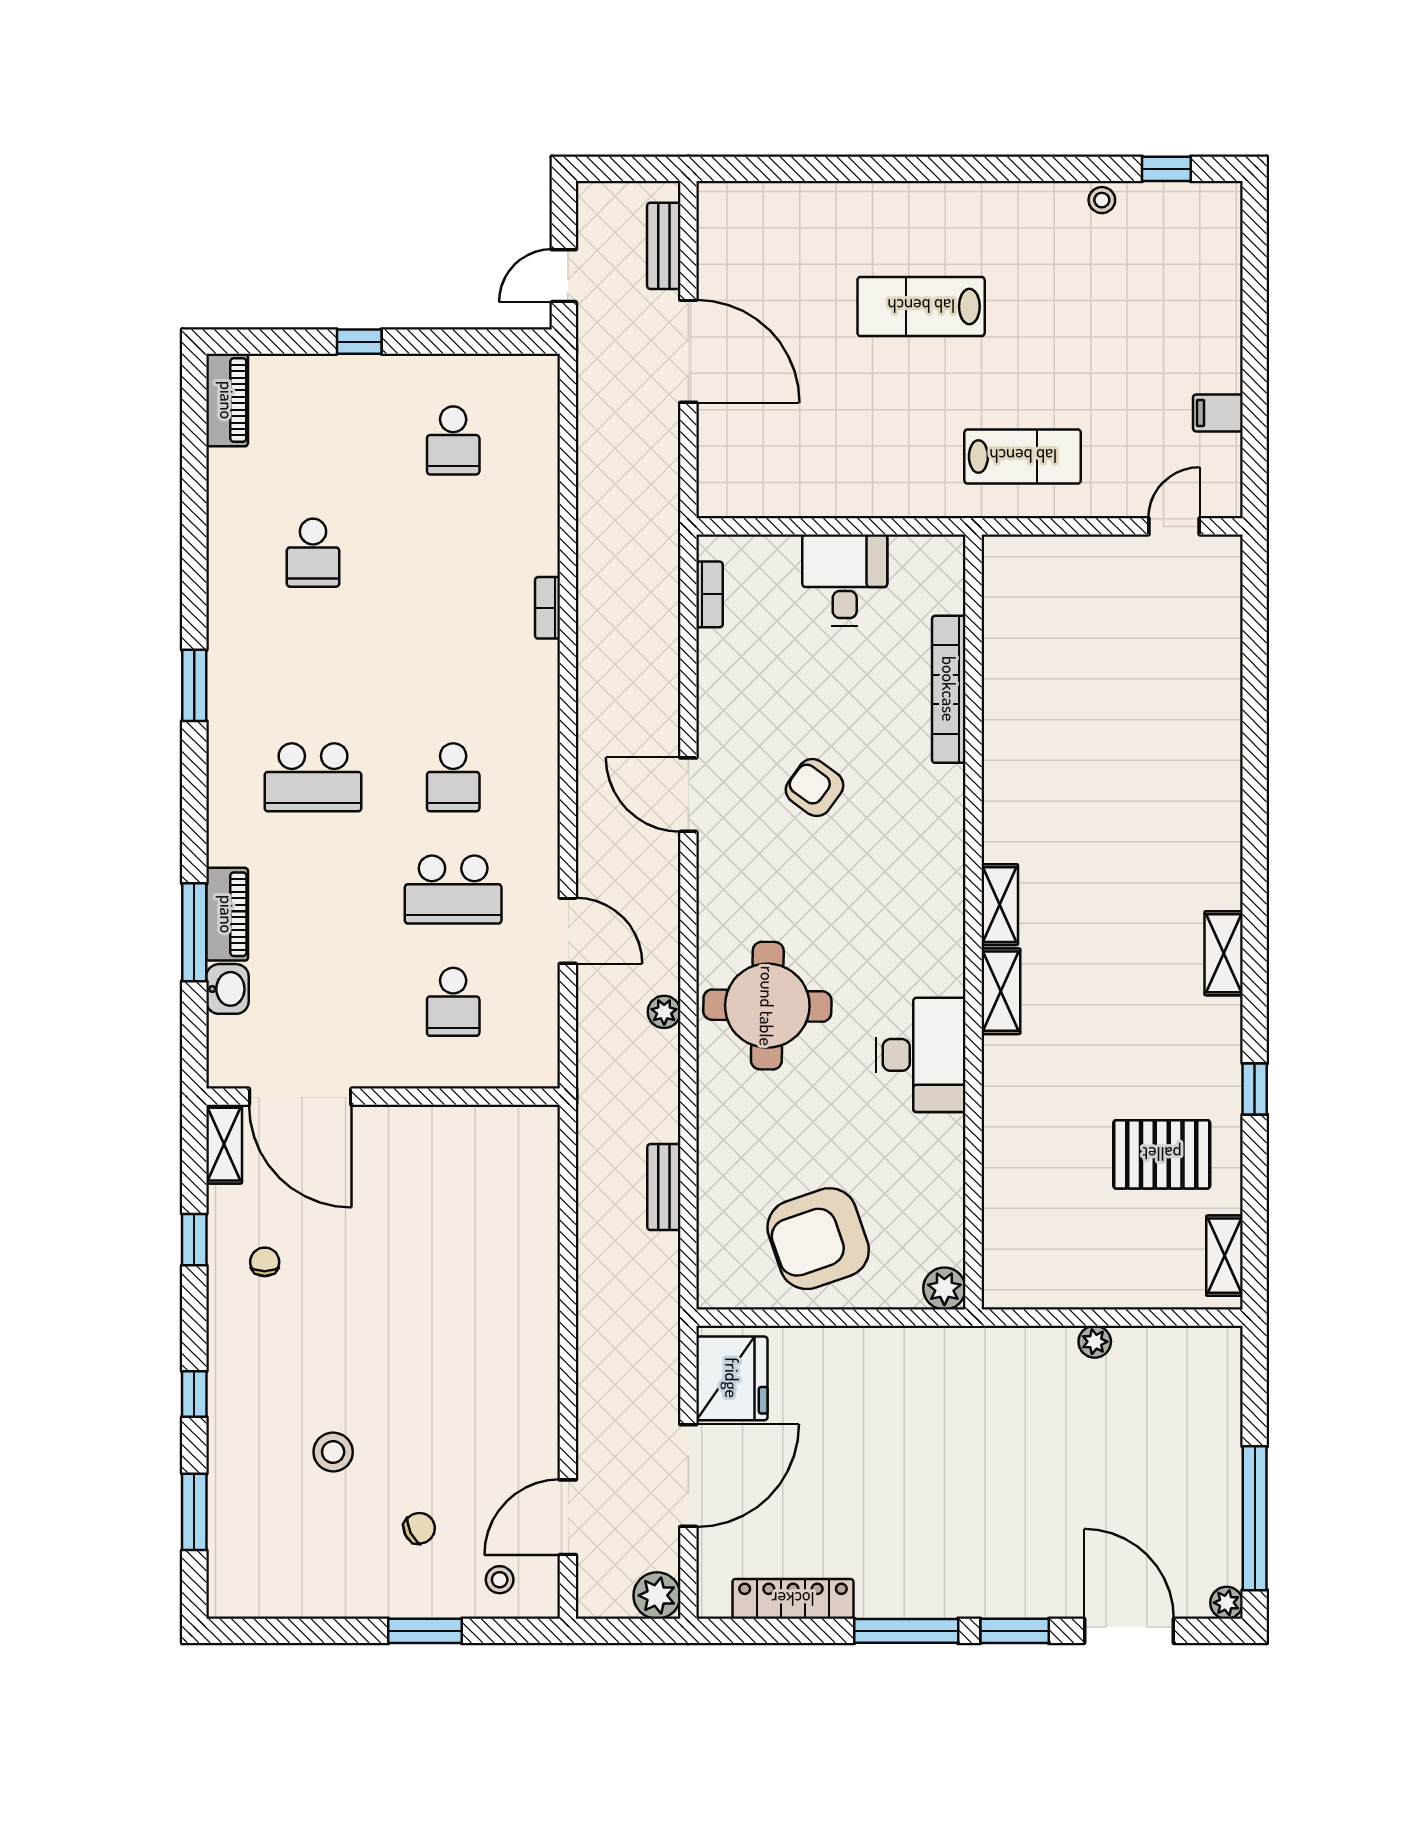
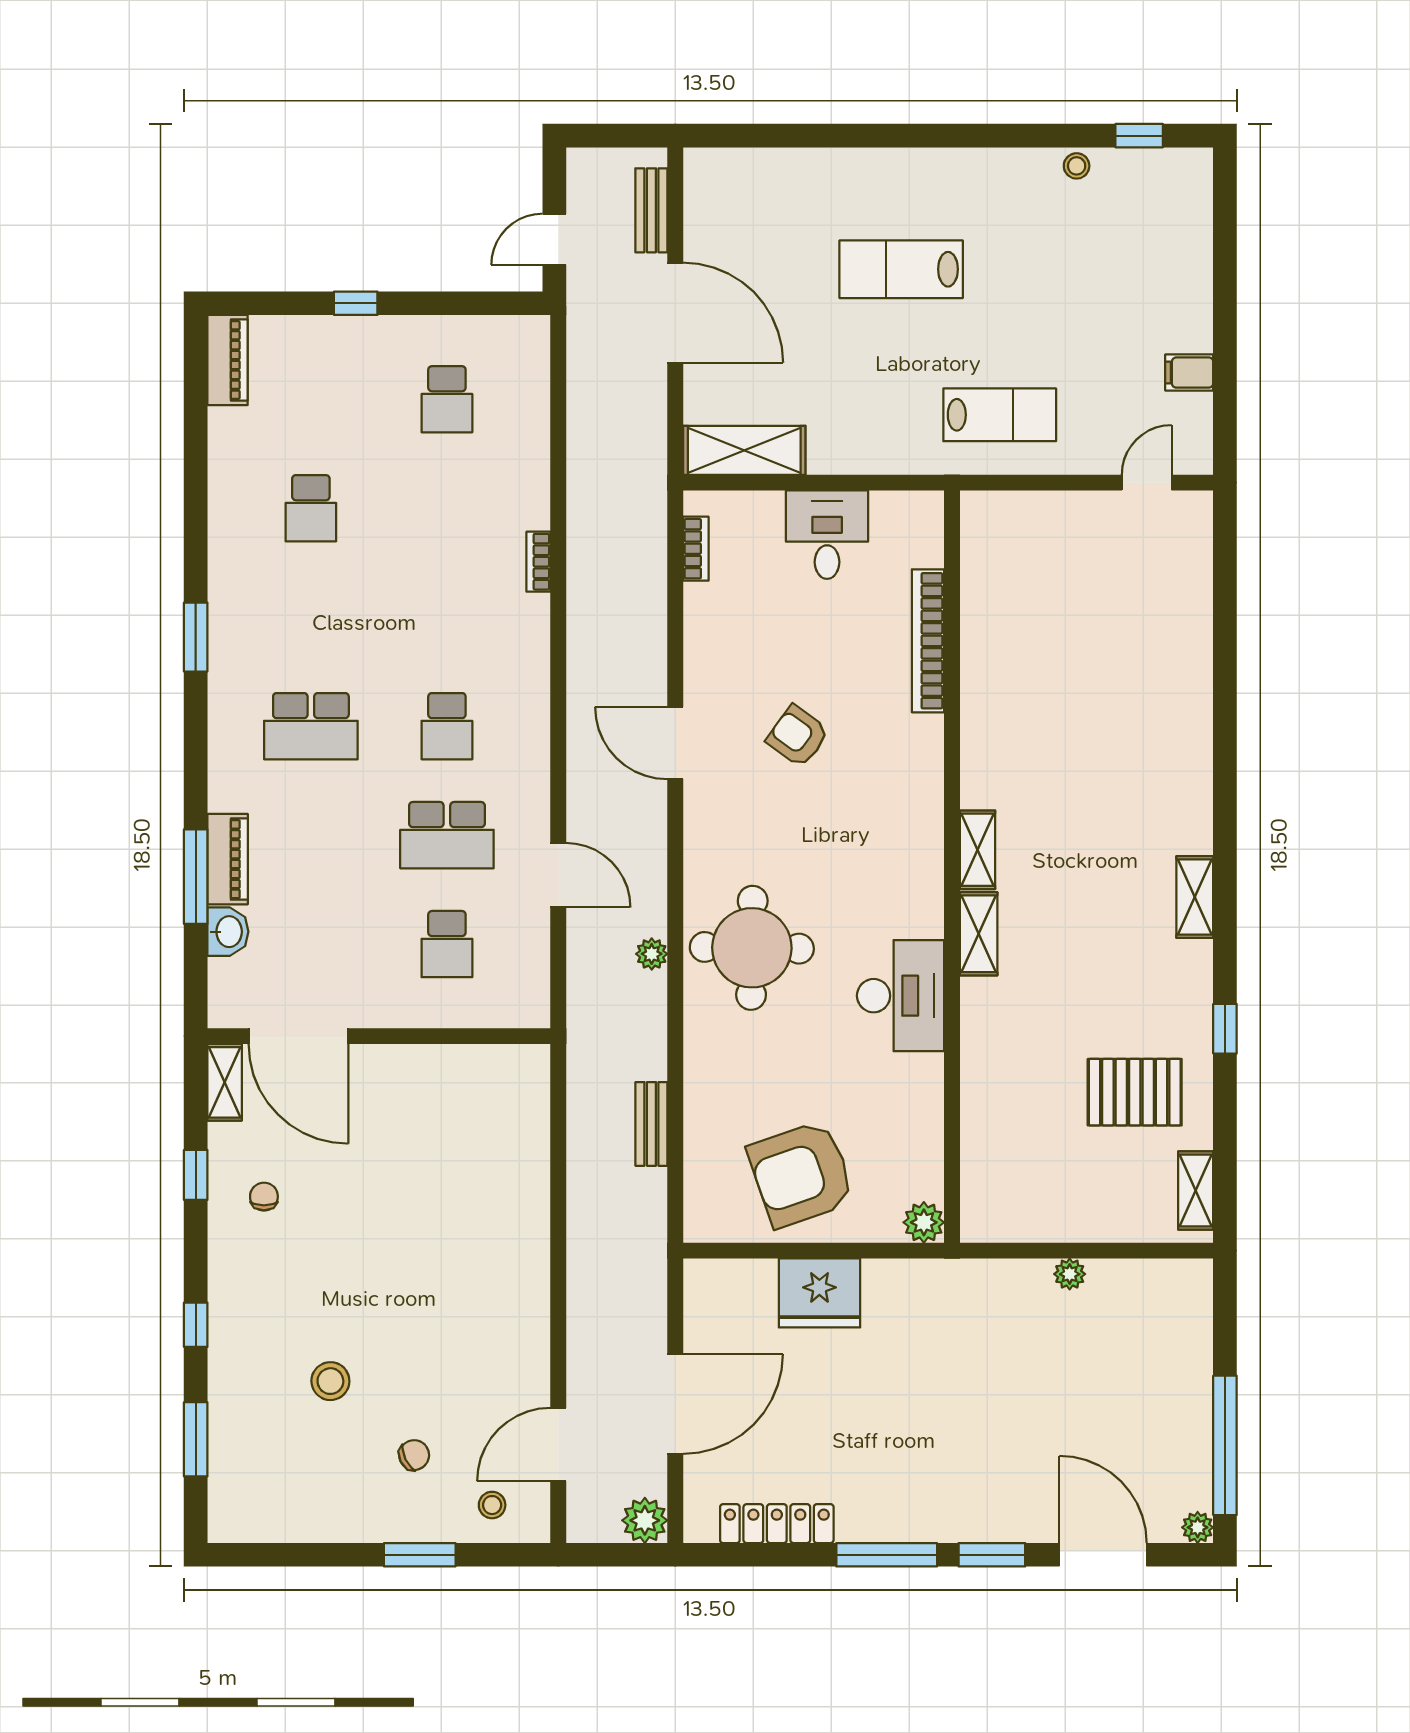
shelving: (759, 493) -> (744, 450), added
fridge: (732, 1378) -> (819, 1293), moved, turned 90

